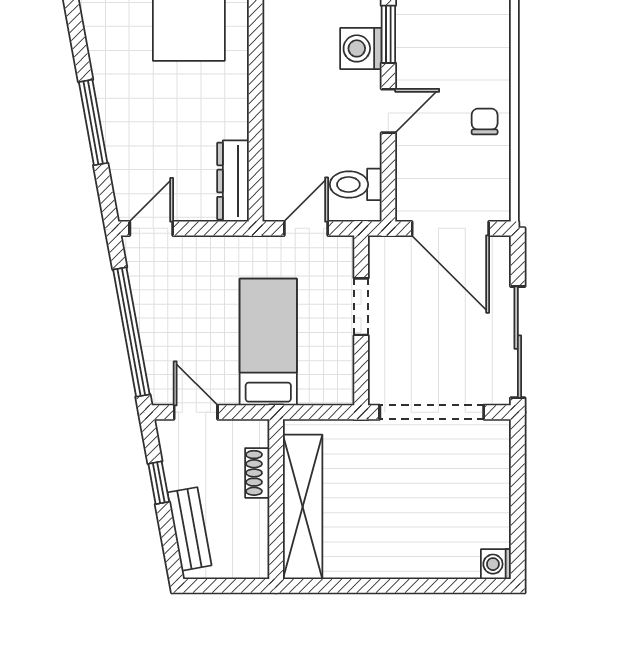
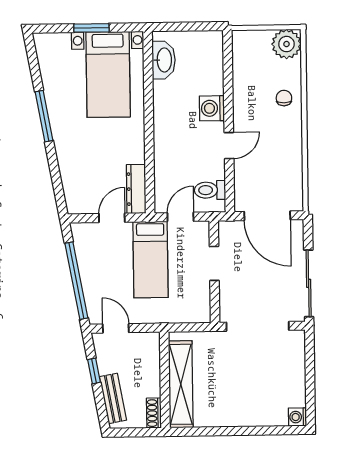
window: (388, 34) -> (228, 100), removed
window: (93, 122) -> (44, 116), moved
chair: (485, 122) -> (284, 98), moved
door: (151, 228) -> (112, 218), moved
bed: (268, 342) -> (151, 260), moved, turned 180
shoe rack: (257, 473) -> (154, 413), moved

